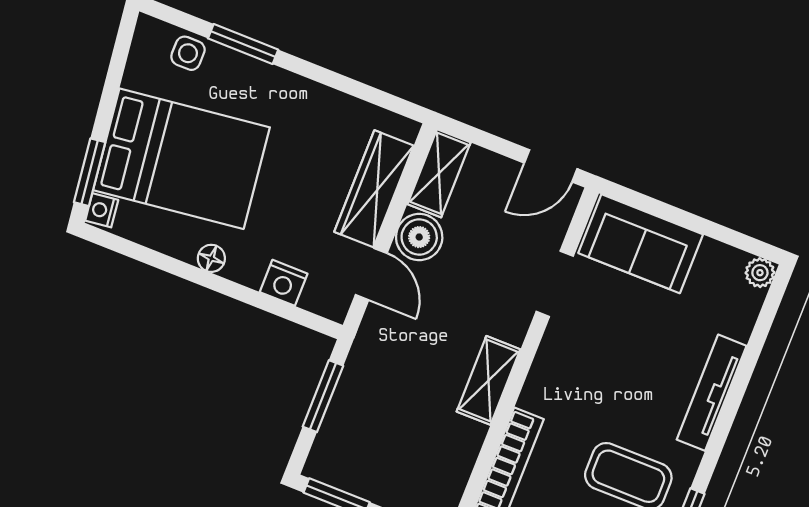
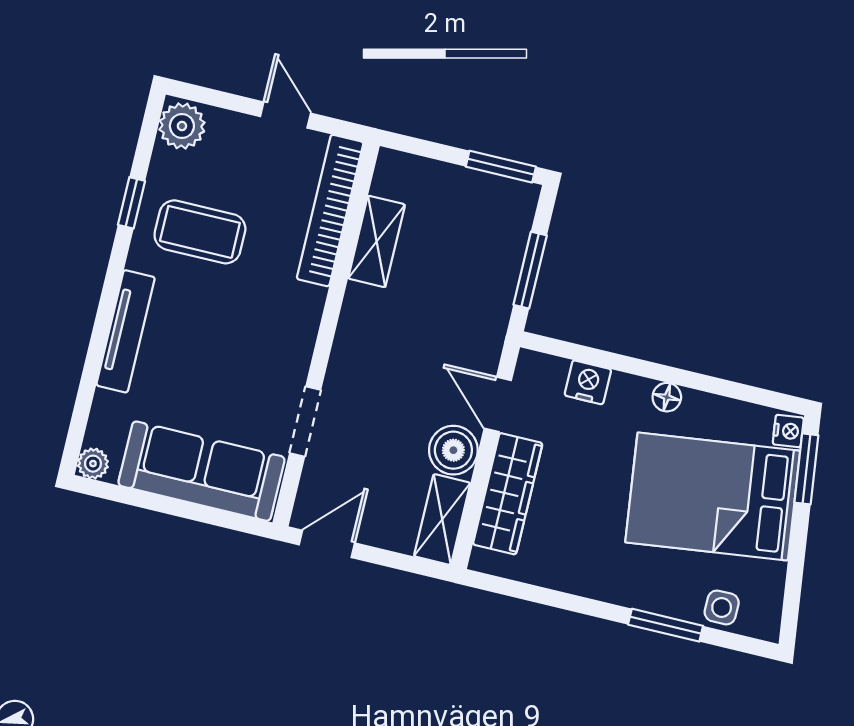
sofa: (641, 244) -> (201, 471), width x1.36
shelving: (488, 380) -> (377, 241), moved

